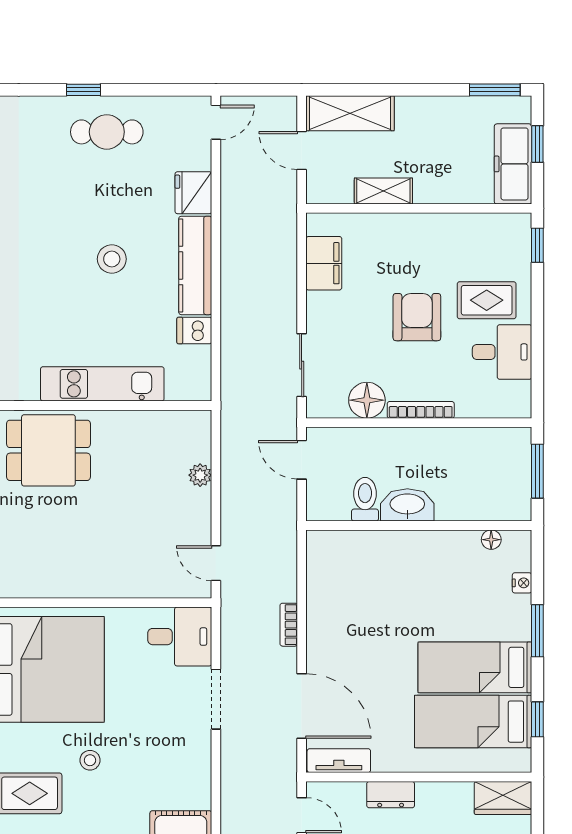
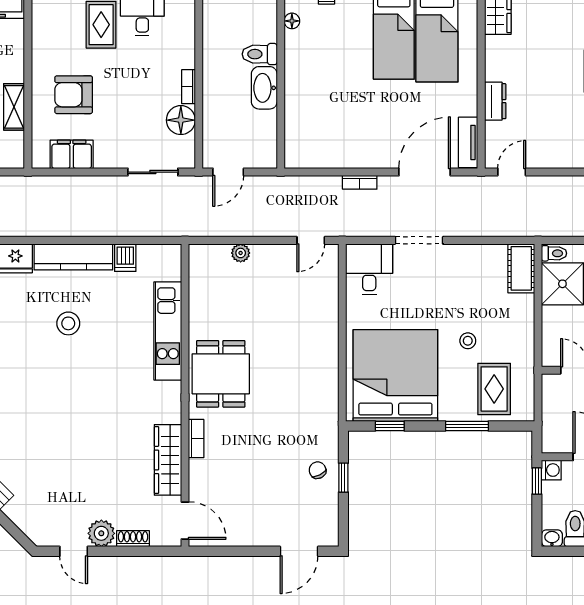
armchair: (417, 317) -> (74, 95), moved
bookcase: (421, 410) -> (188, 87), width x0.64
toilet: (365, 499) -> (260, 54), moved

